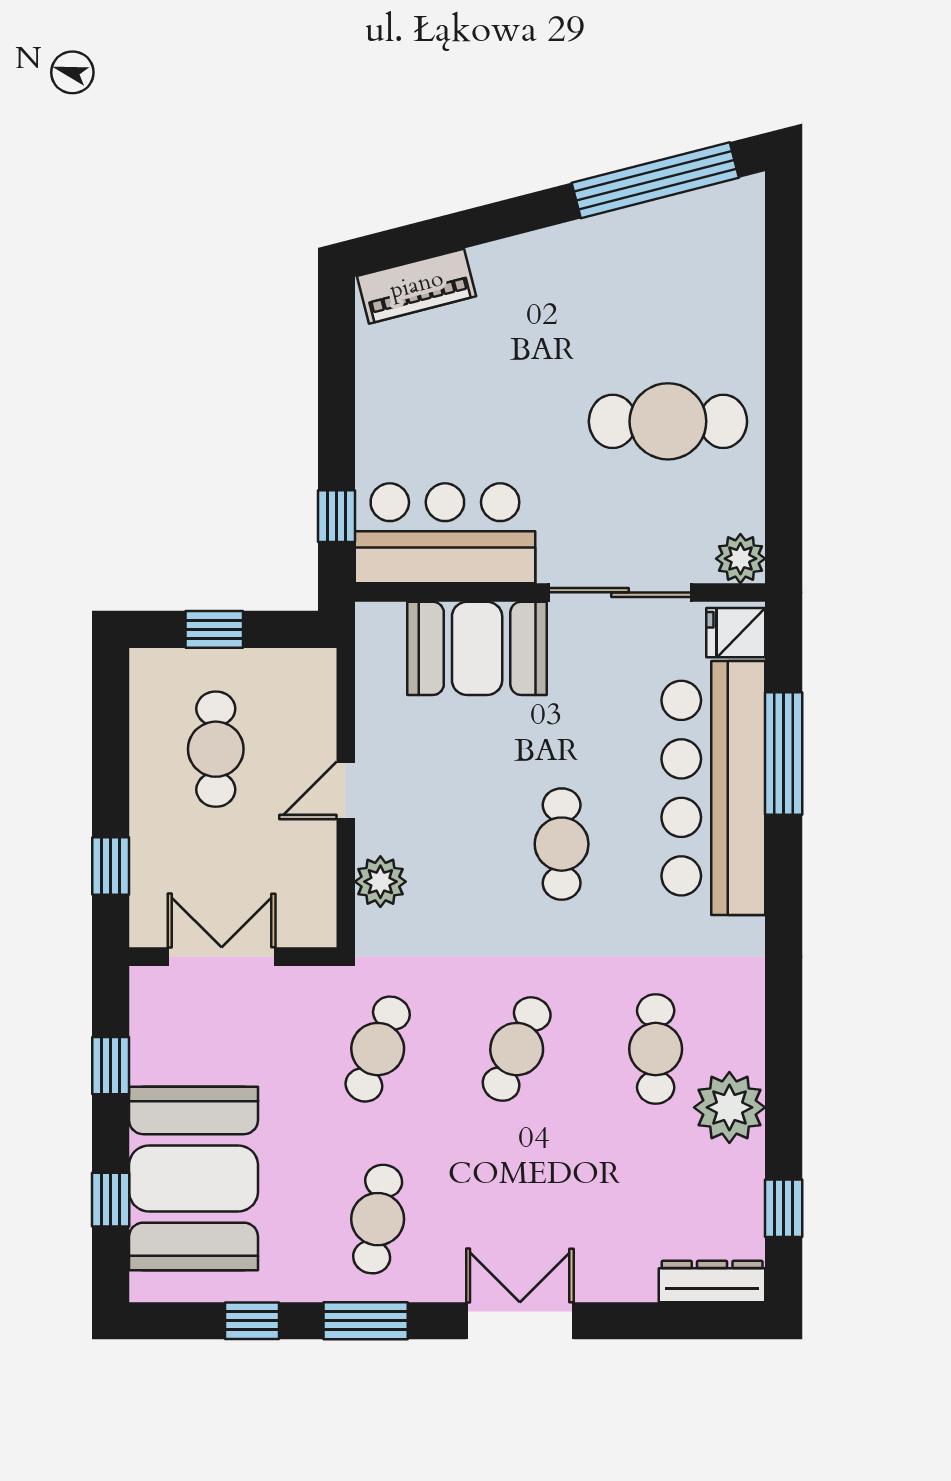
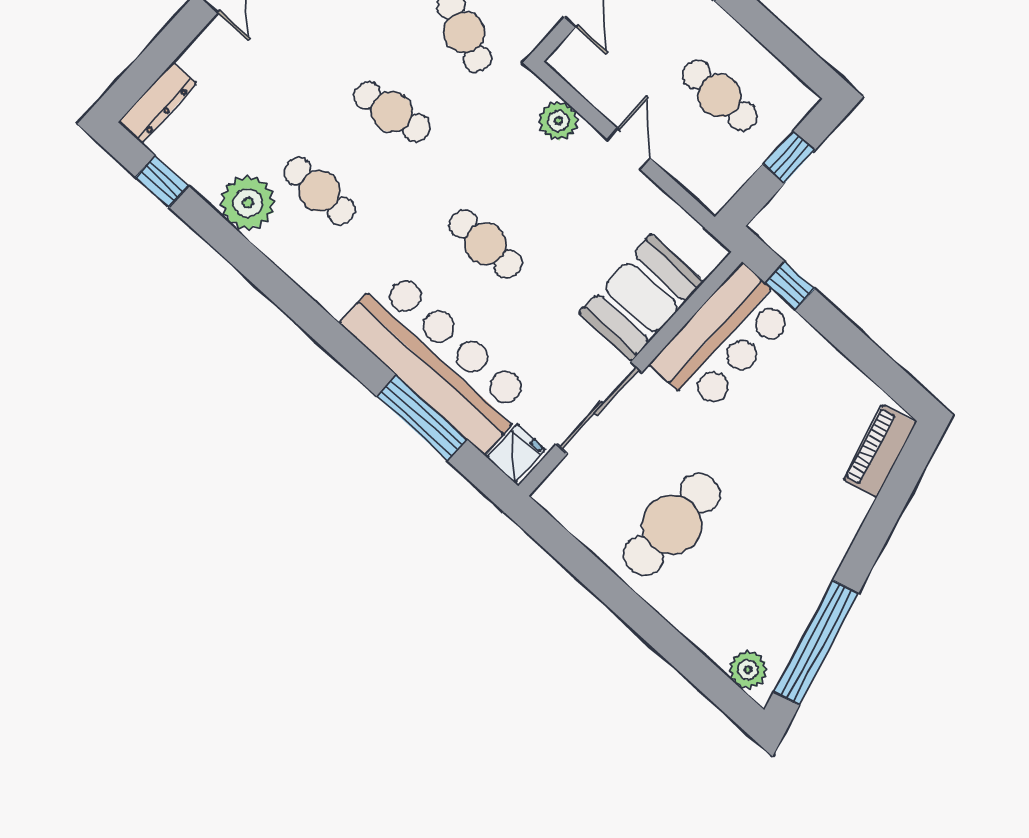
plant: (740, 559) -> (748, 670), moved
cafe table: (517, 1049) -> (392, 112), turned -33

